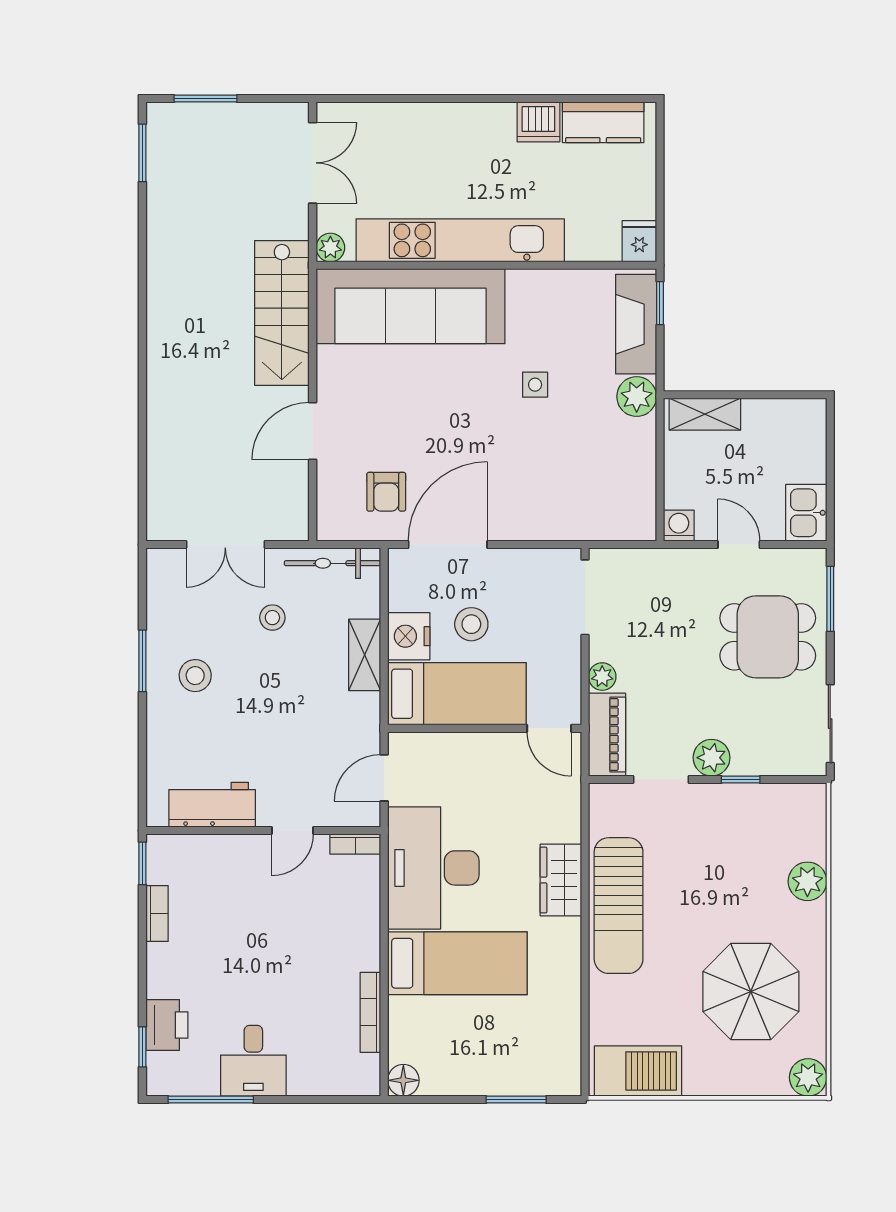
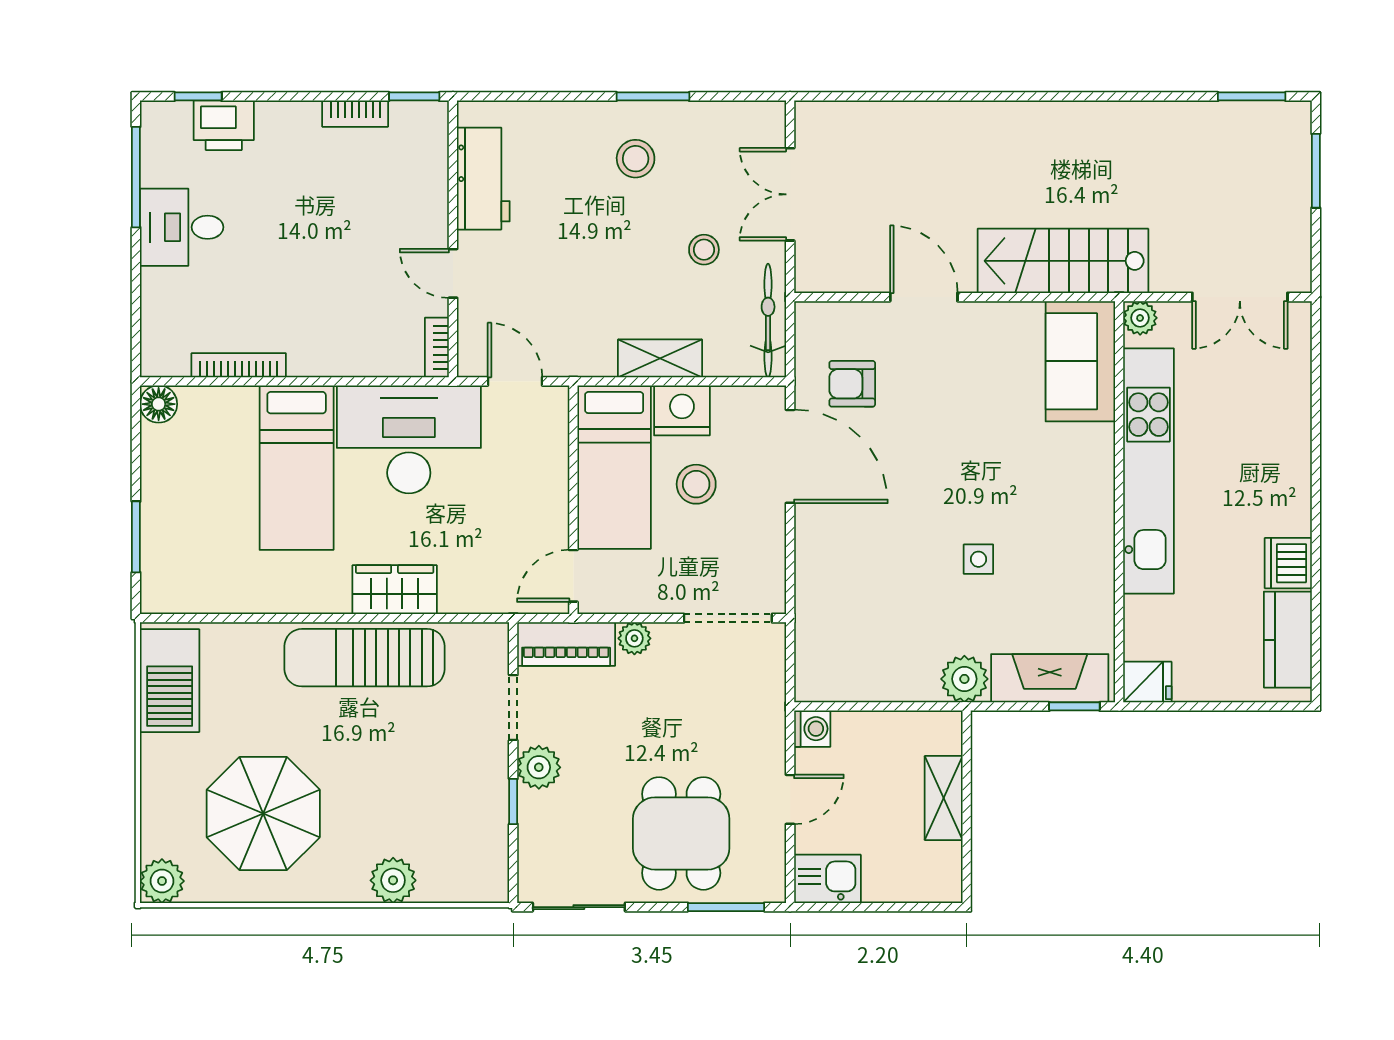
sofa: (410, 306) -> (1080, 361), width x0.54, depth x0.79
shelving: (705, 414) -> (944, 798), moved

